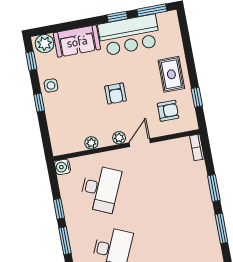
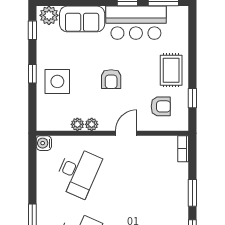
side table: (51, 85) -> (57, 81), moved, width x1.87, depth x1.87
plant: (119, 138) -> (92, 124), moved
window: (59, 209) -> (32, 185), removed

